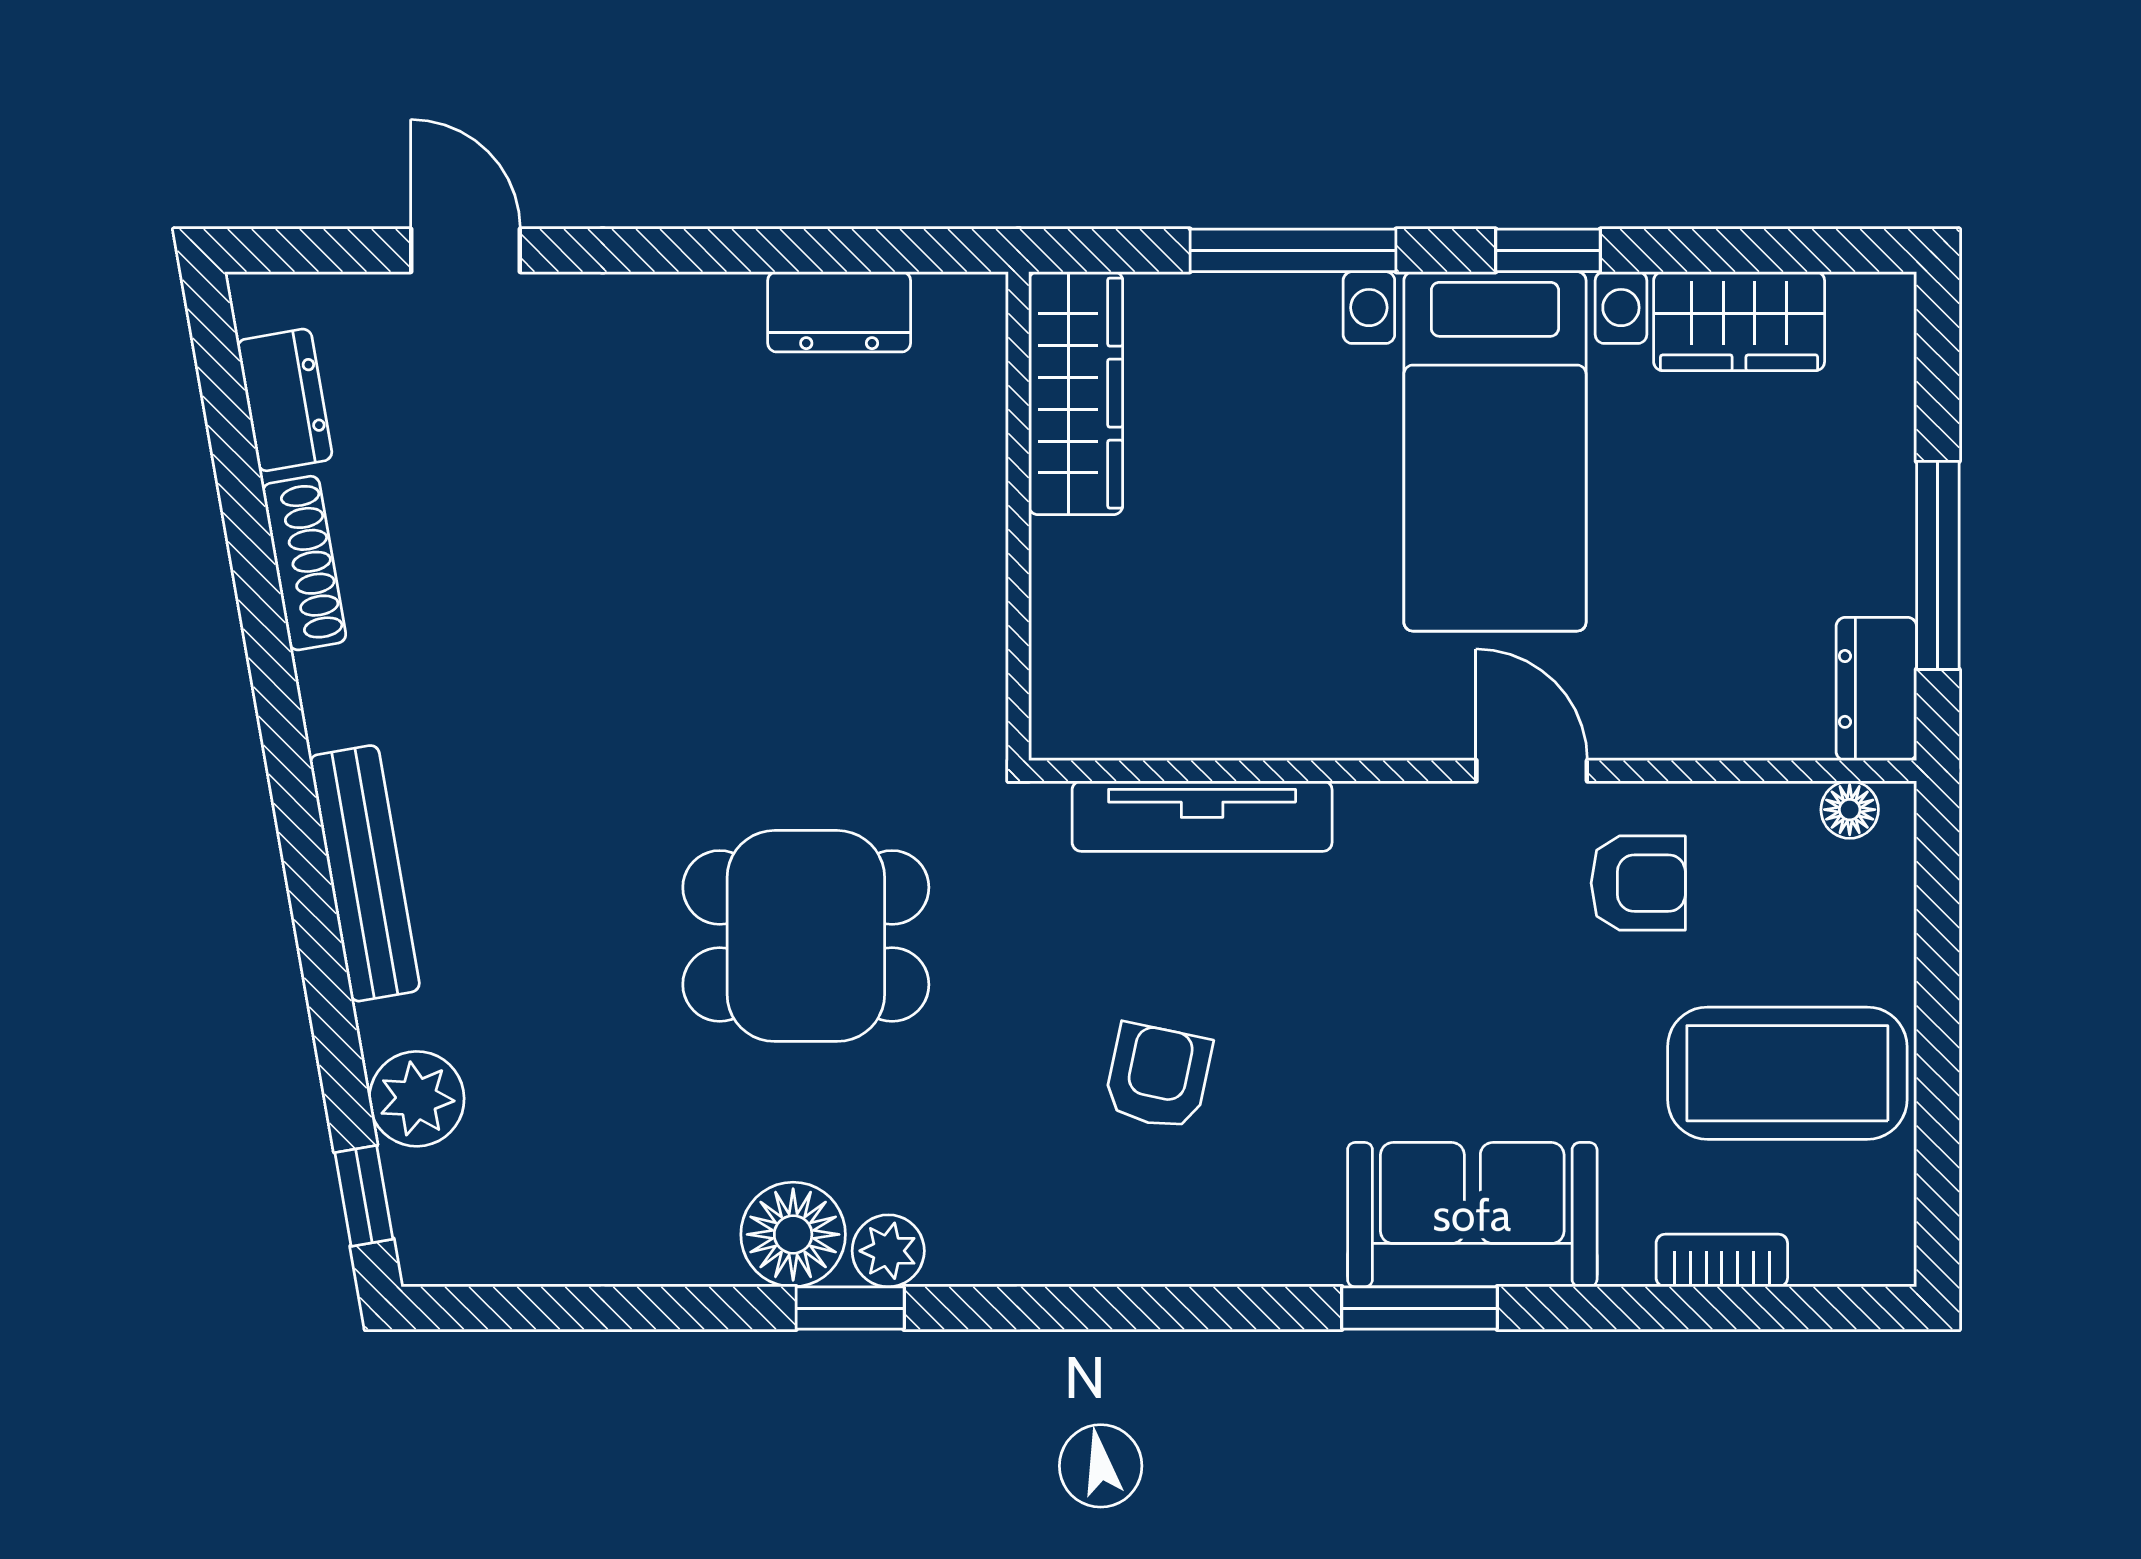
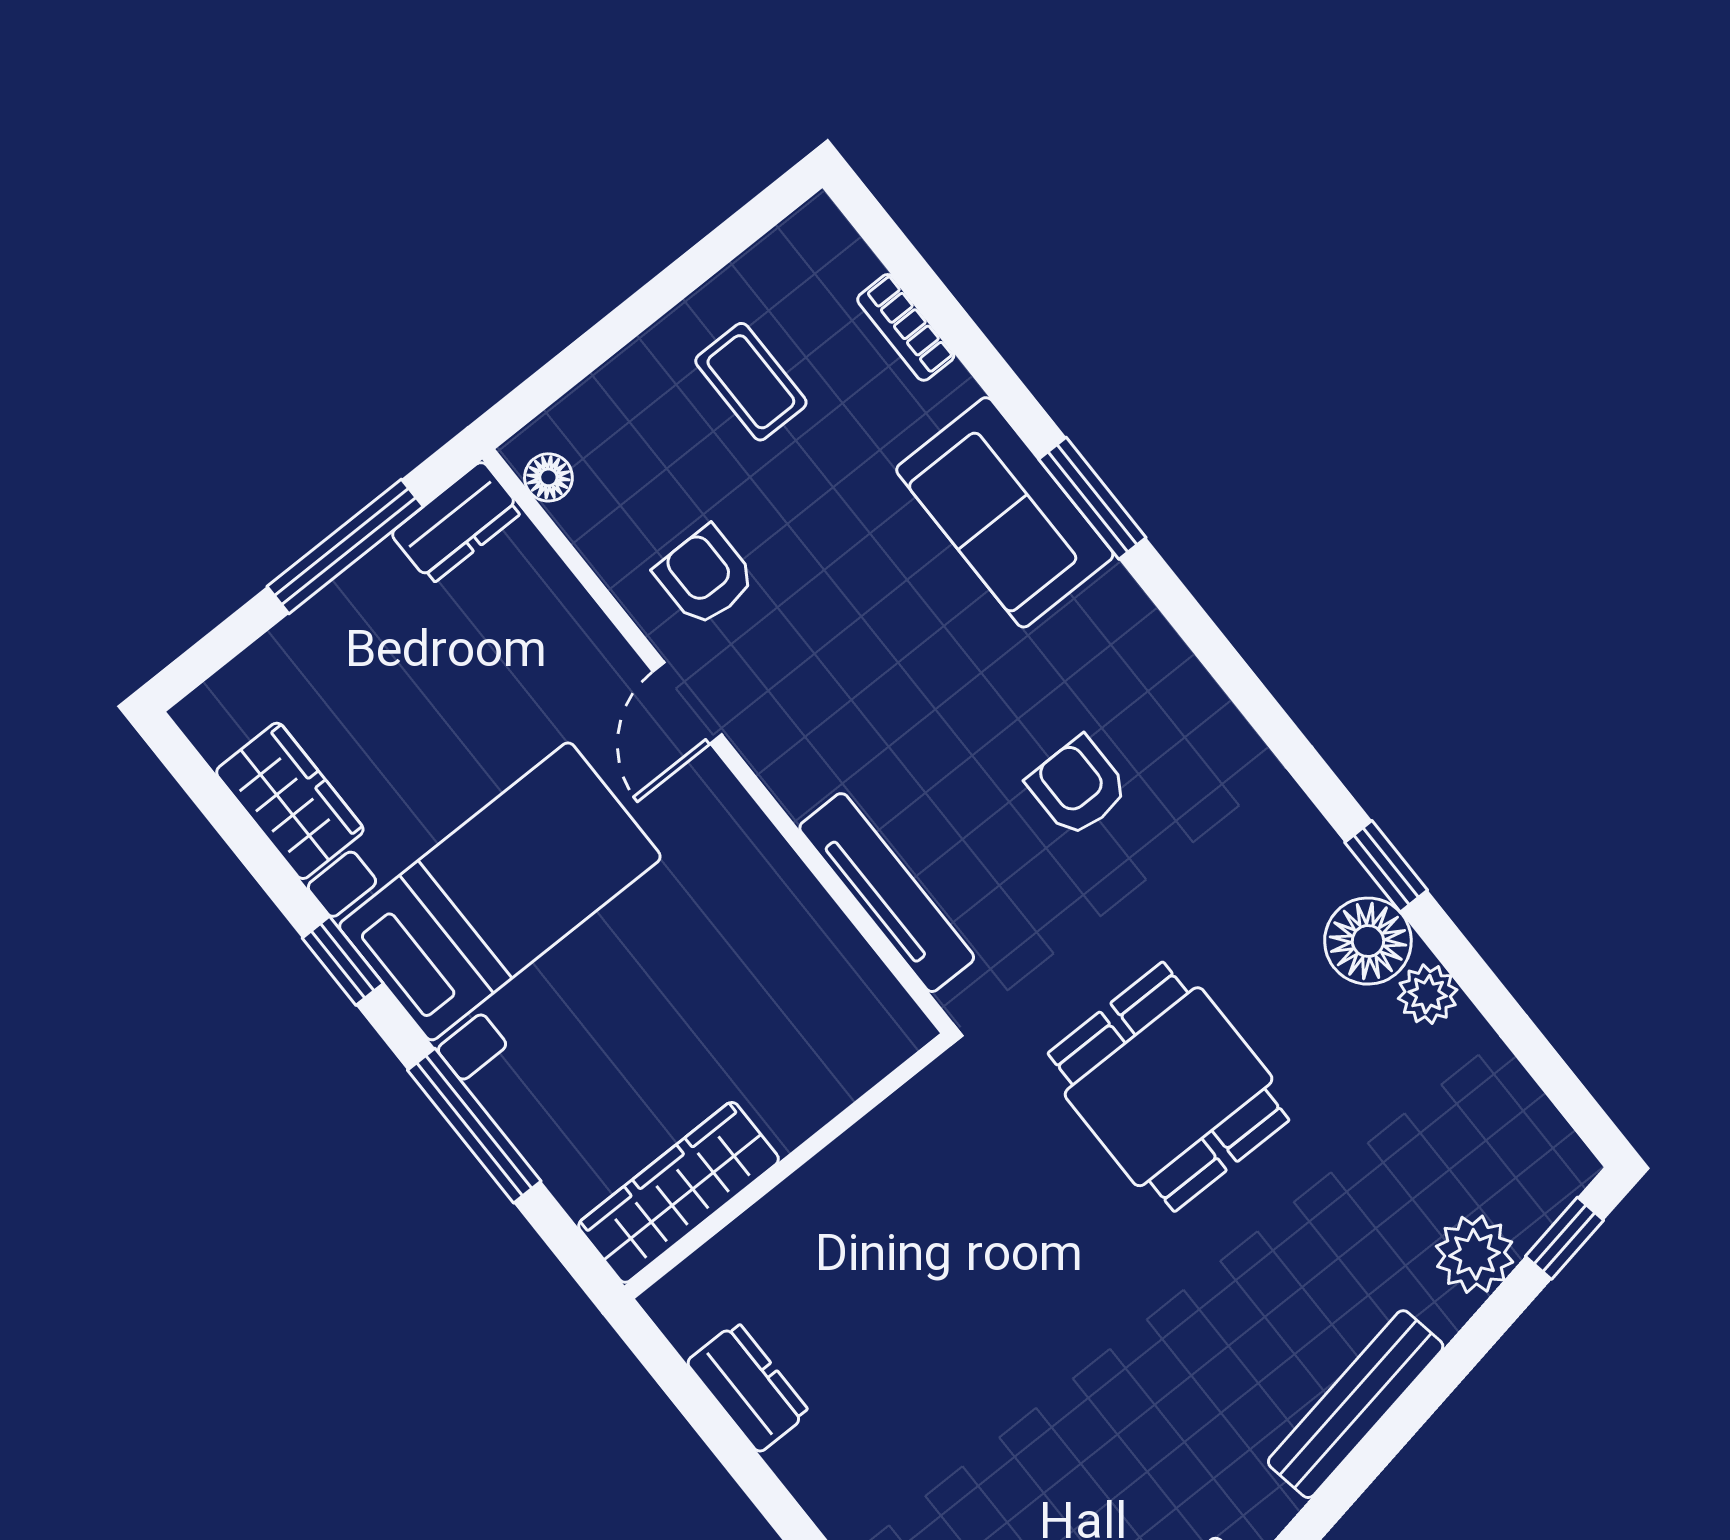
coffee table: (1787, 1073) -> (751, 382), width x0.54, depth x0.58
armchair: (1158, 1077) -> (1078, 787), turned 78
plant: (888, 1251) -> (1428, 994), moved

